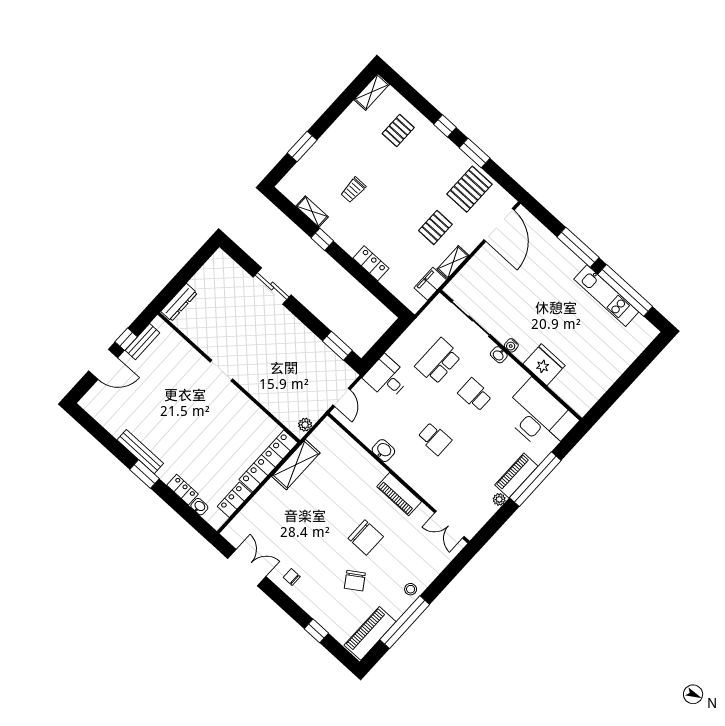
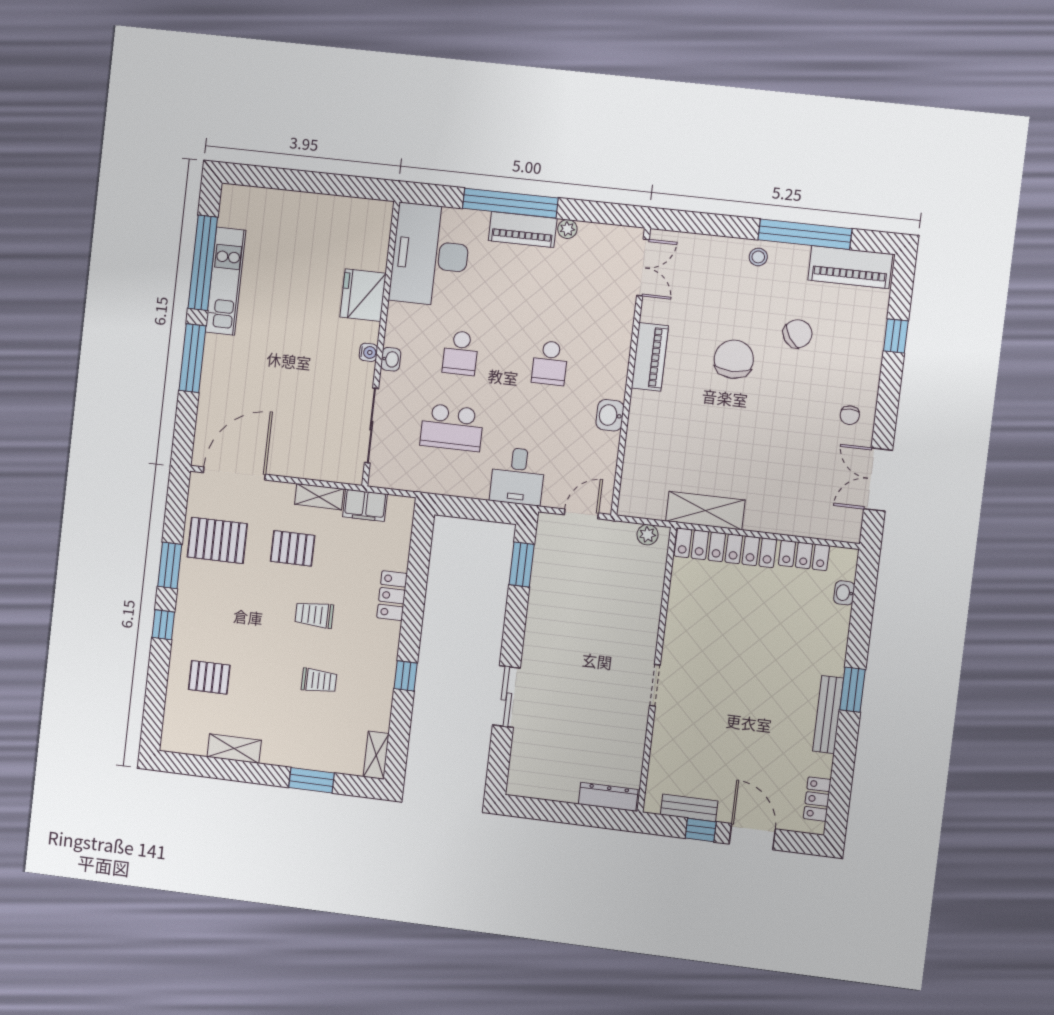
shelving: (372, 92) -> (234, 749), moved
shelving: (312, 212) -> (376, 755), moved
trolley: (391, 213) -> (314, 615), added
school desk: (435, 439) -> (550, 363), turned 180
locker: (183, 490) -> (817, 799), moved

